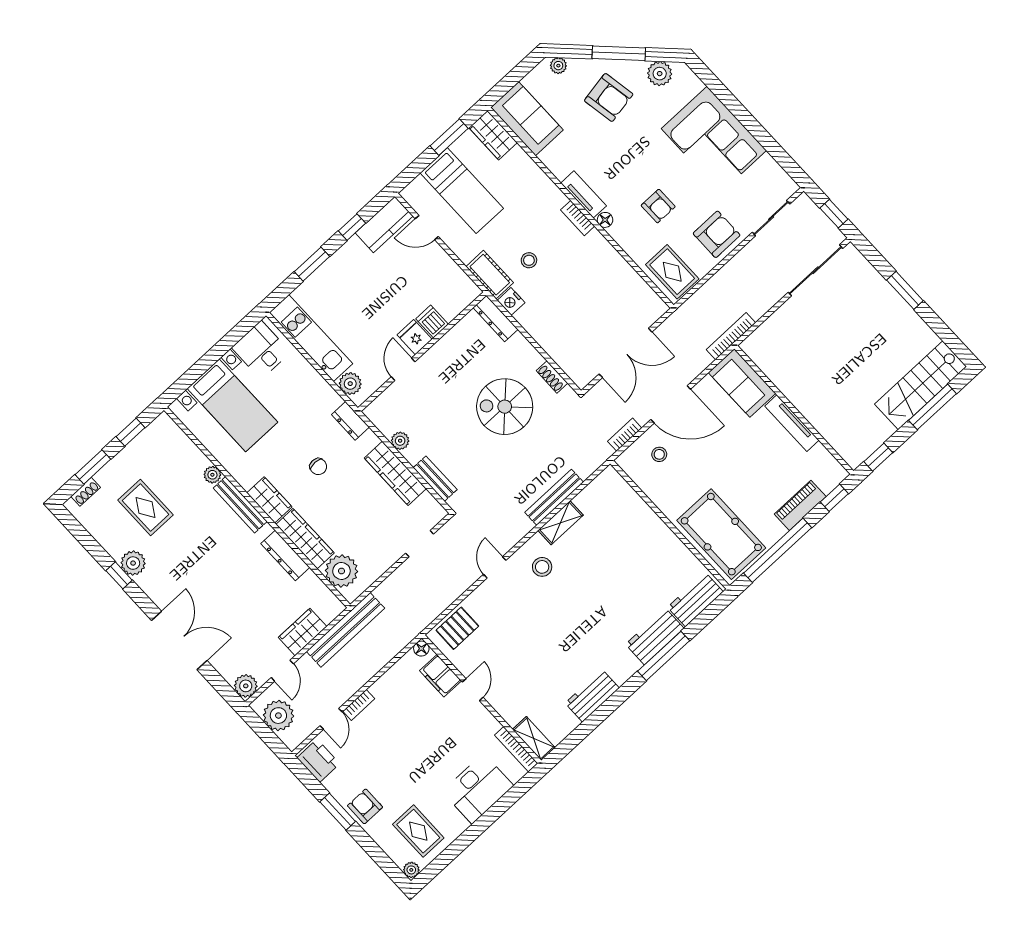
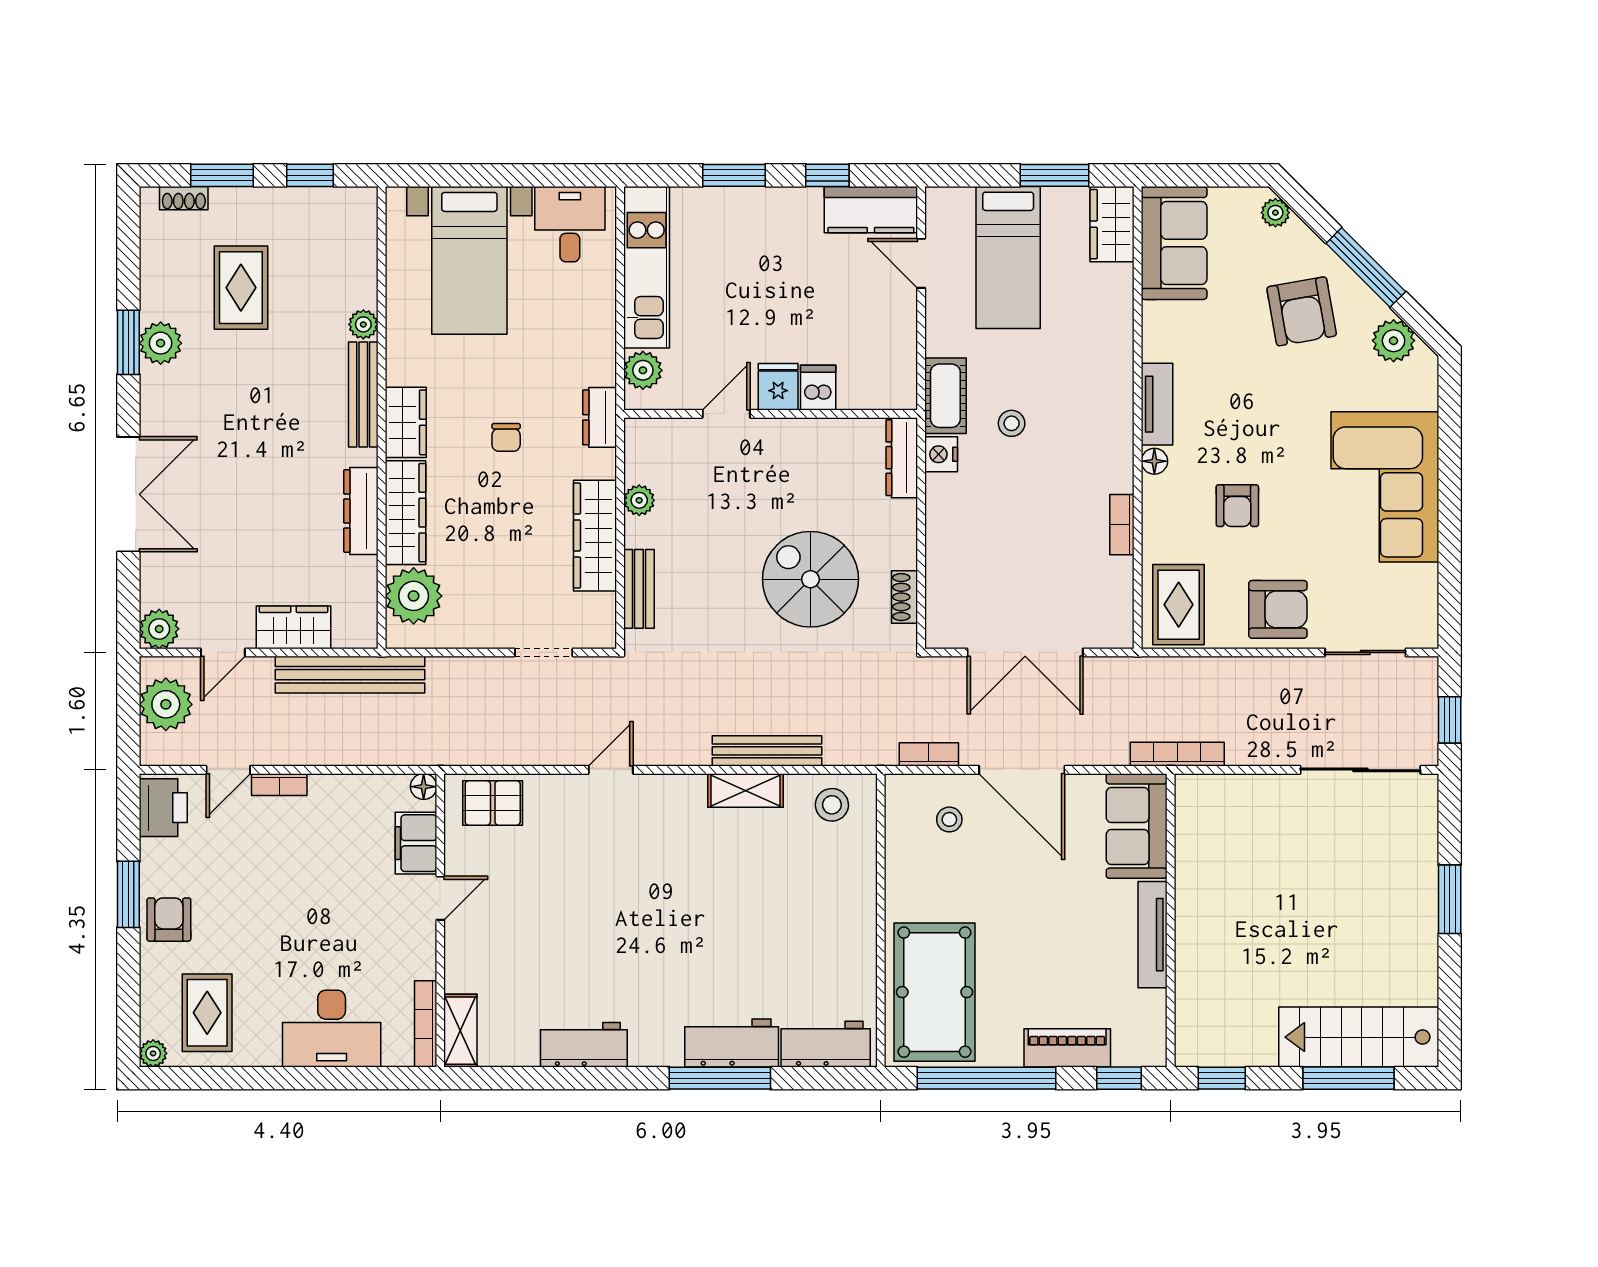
bookcase: (578, 218) -> (1122, 525), moved
stool: (542, 567) -> (832, 805), moved
window: (119, 575) -> (128, 342), width x1.50

